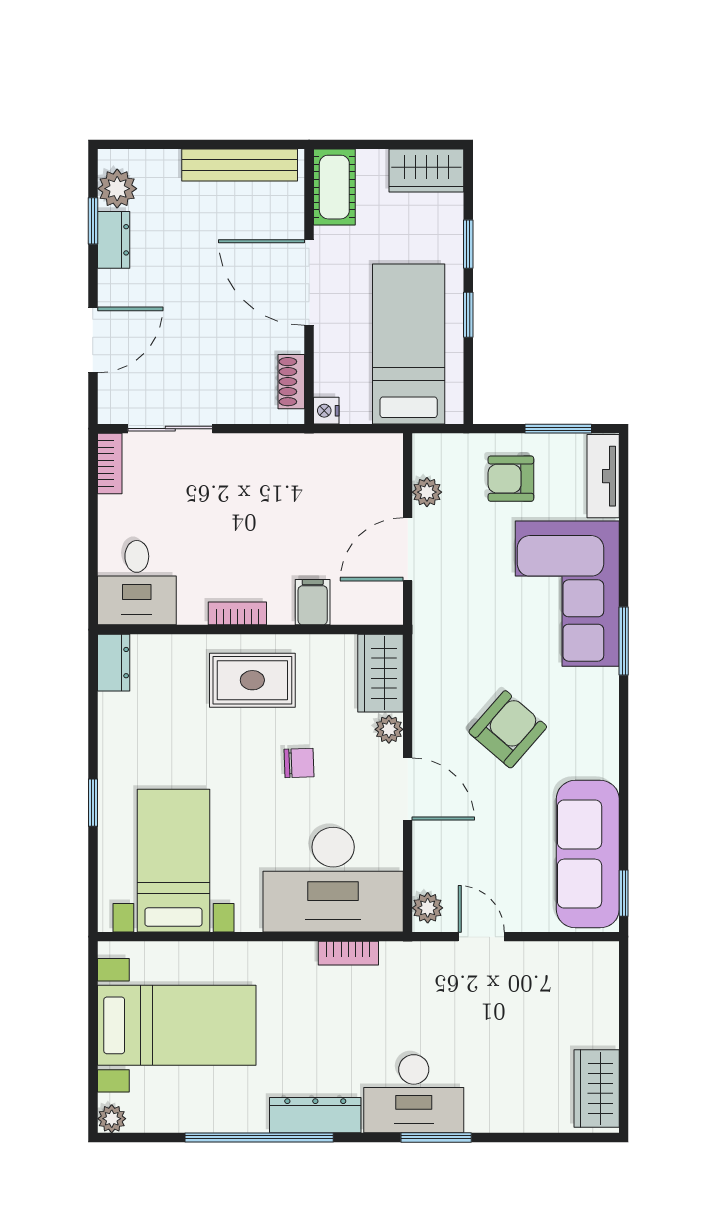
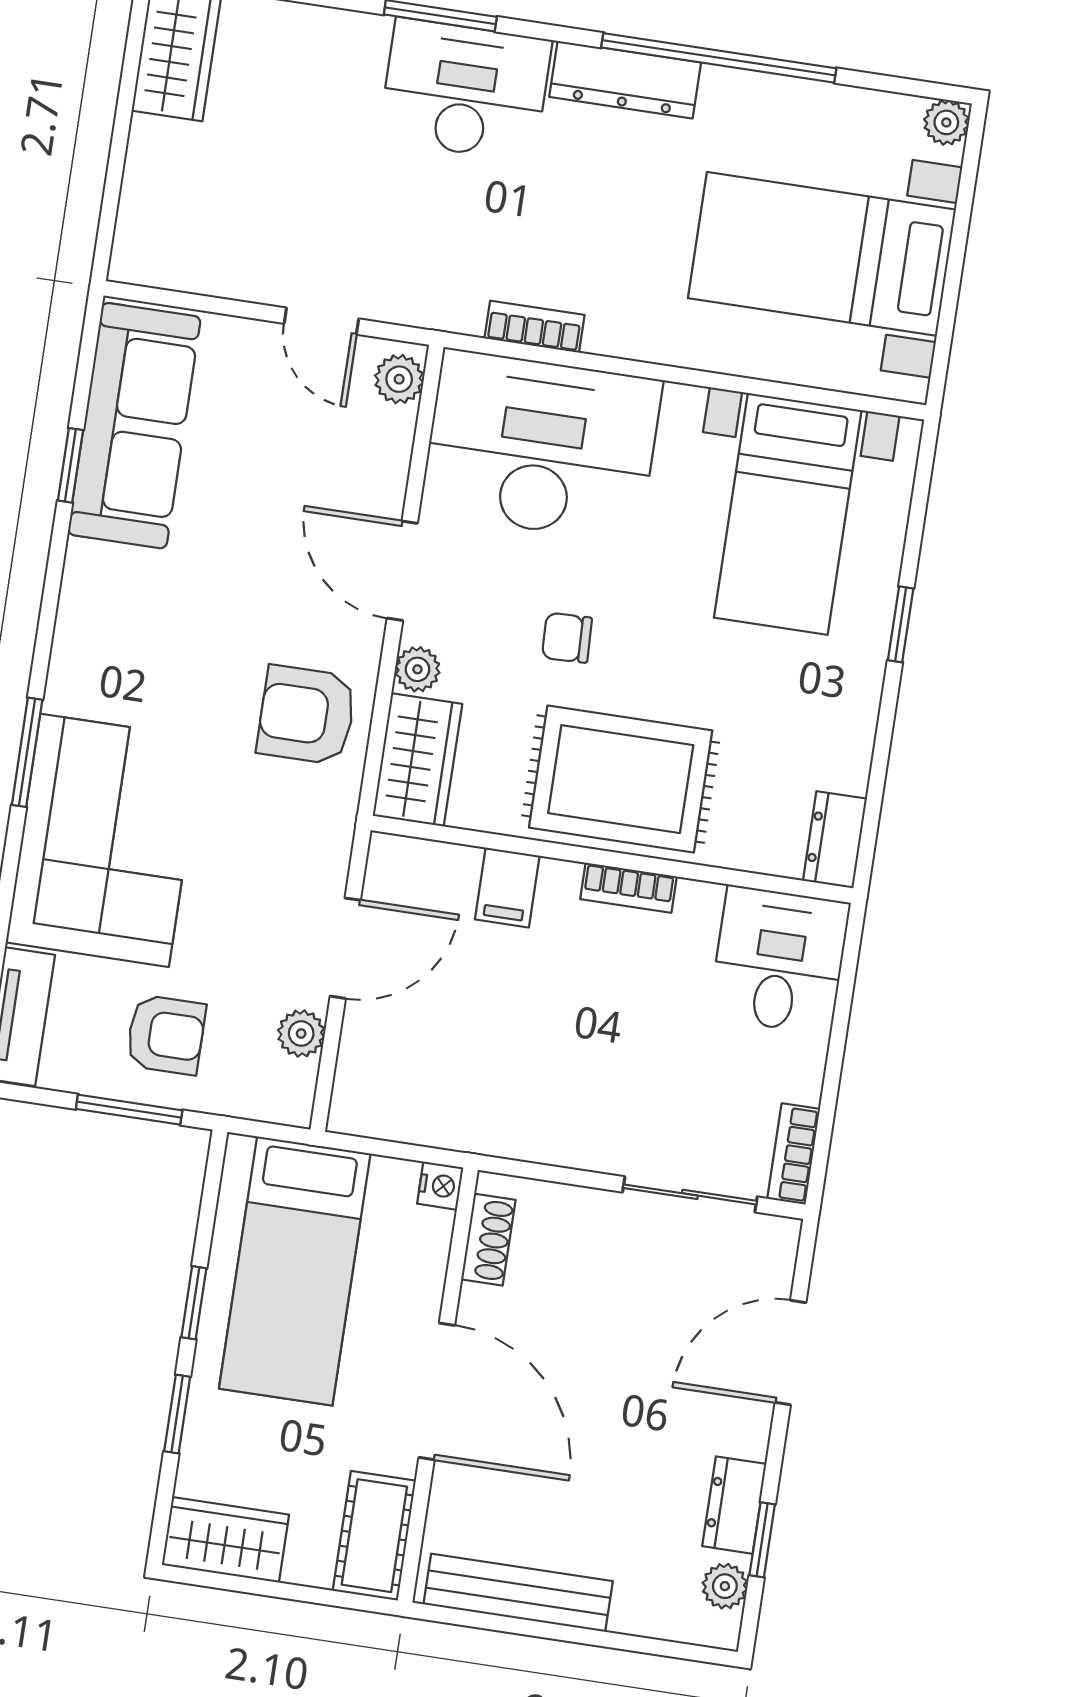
plant: (117, 189) -> (725, 1586), width x0.73, depth x0.73
window: (558, 429) -> (129, 1110), moved
rug: (252, 680) -> (621, 779), width x1.36, depth x1.43
armchair: (508, 729) -> (307, 715), moved, turned 49
window: (624, 893) -> (70, 465), moved

